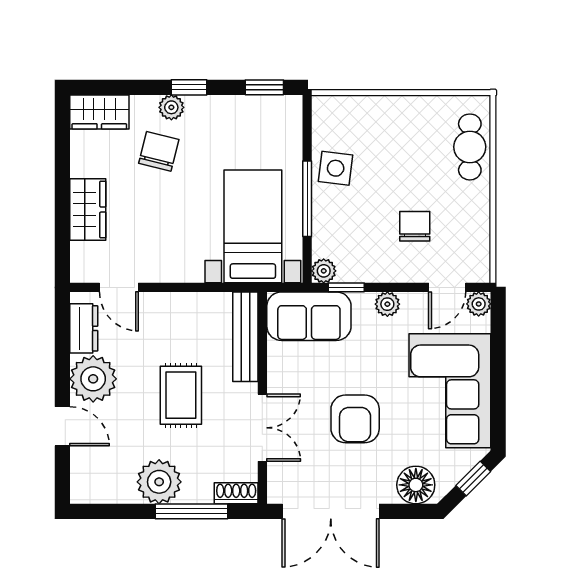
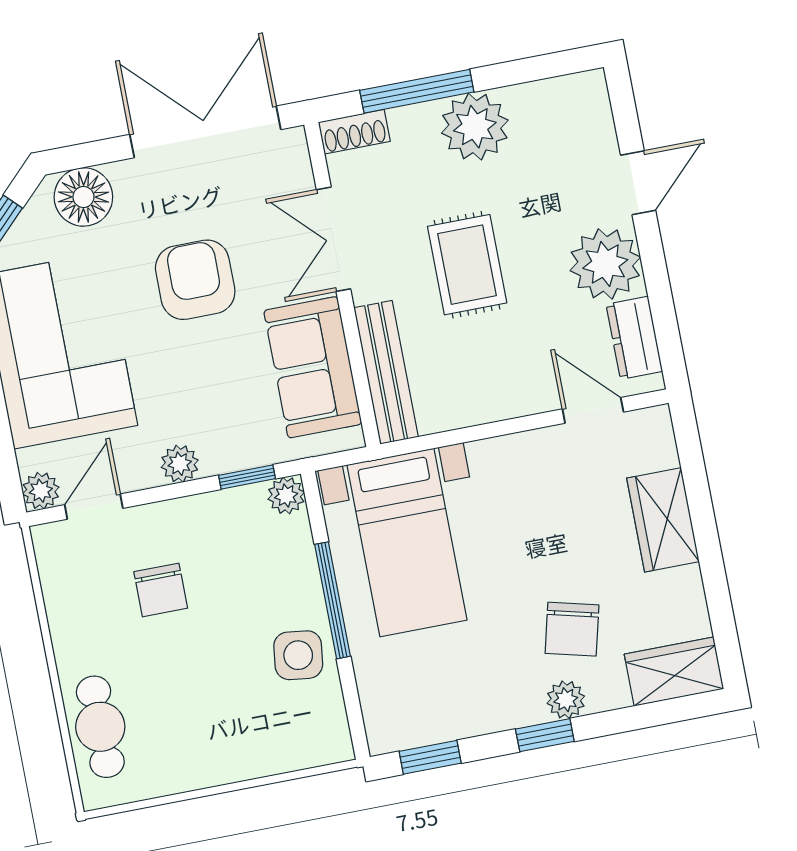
sofa: (309, 316) -> (313, 367), moved, turned -90
door: (62, 426) -> (638, 183), swing flipped

